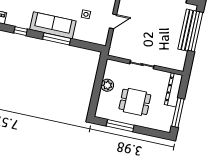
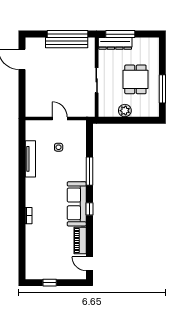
sofa: (53, 25) -> (77, 204), moved
bench: (187, 30) -> (67, 43), moved
window: (195, 31) -> (67, 34), moved
window: (178, 113) -> (120, 34), moved

